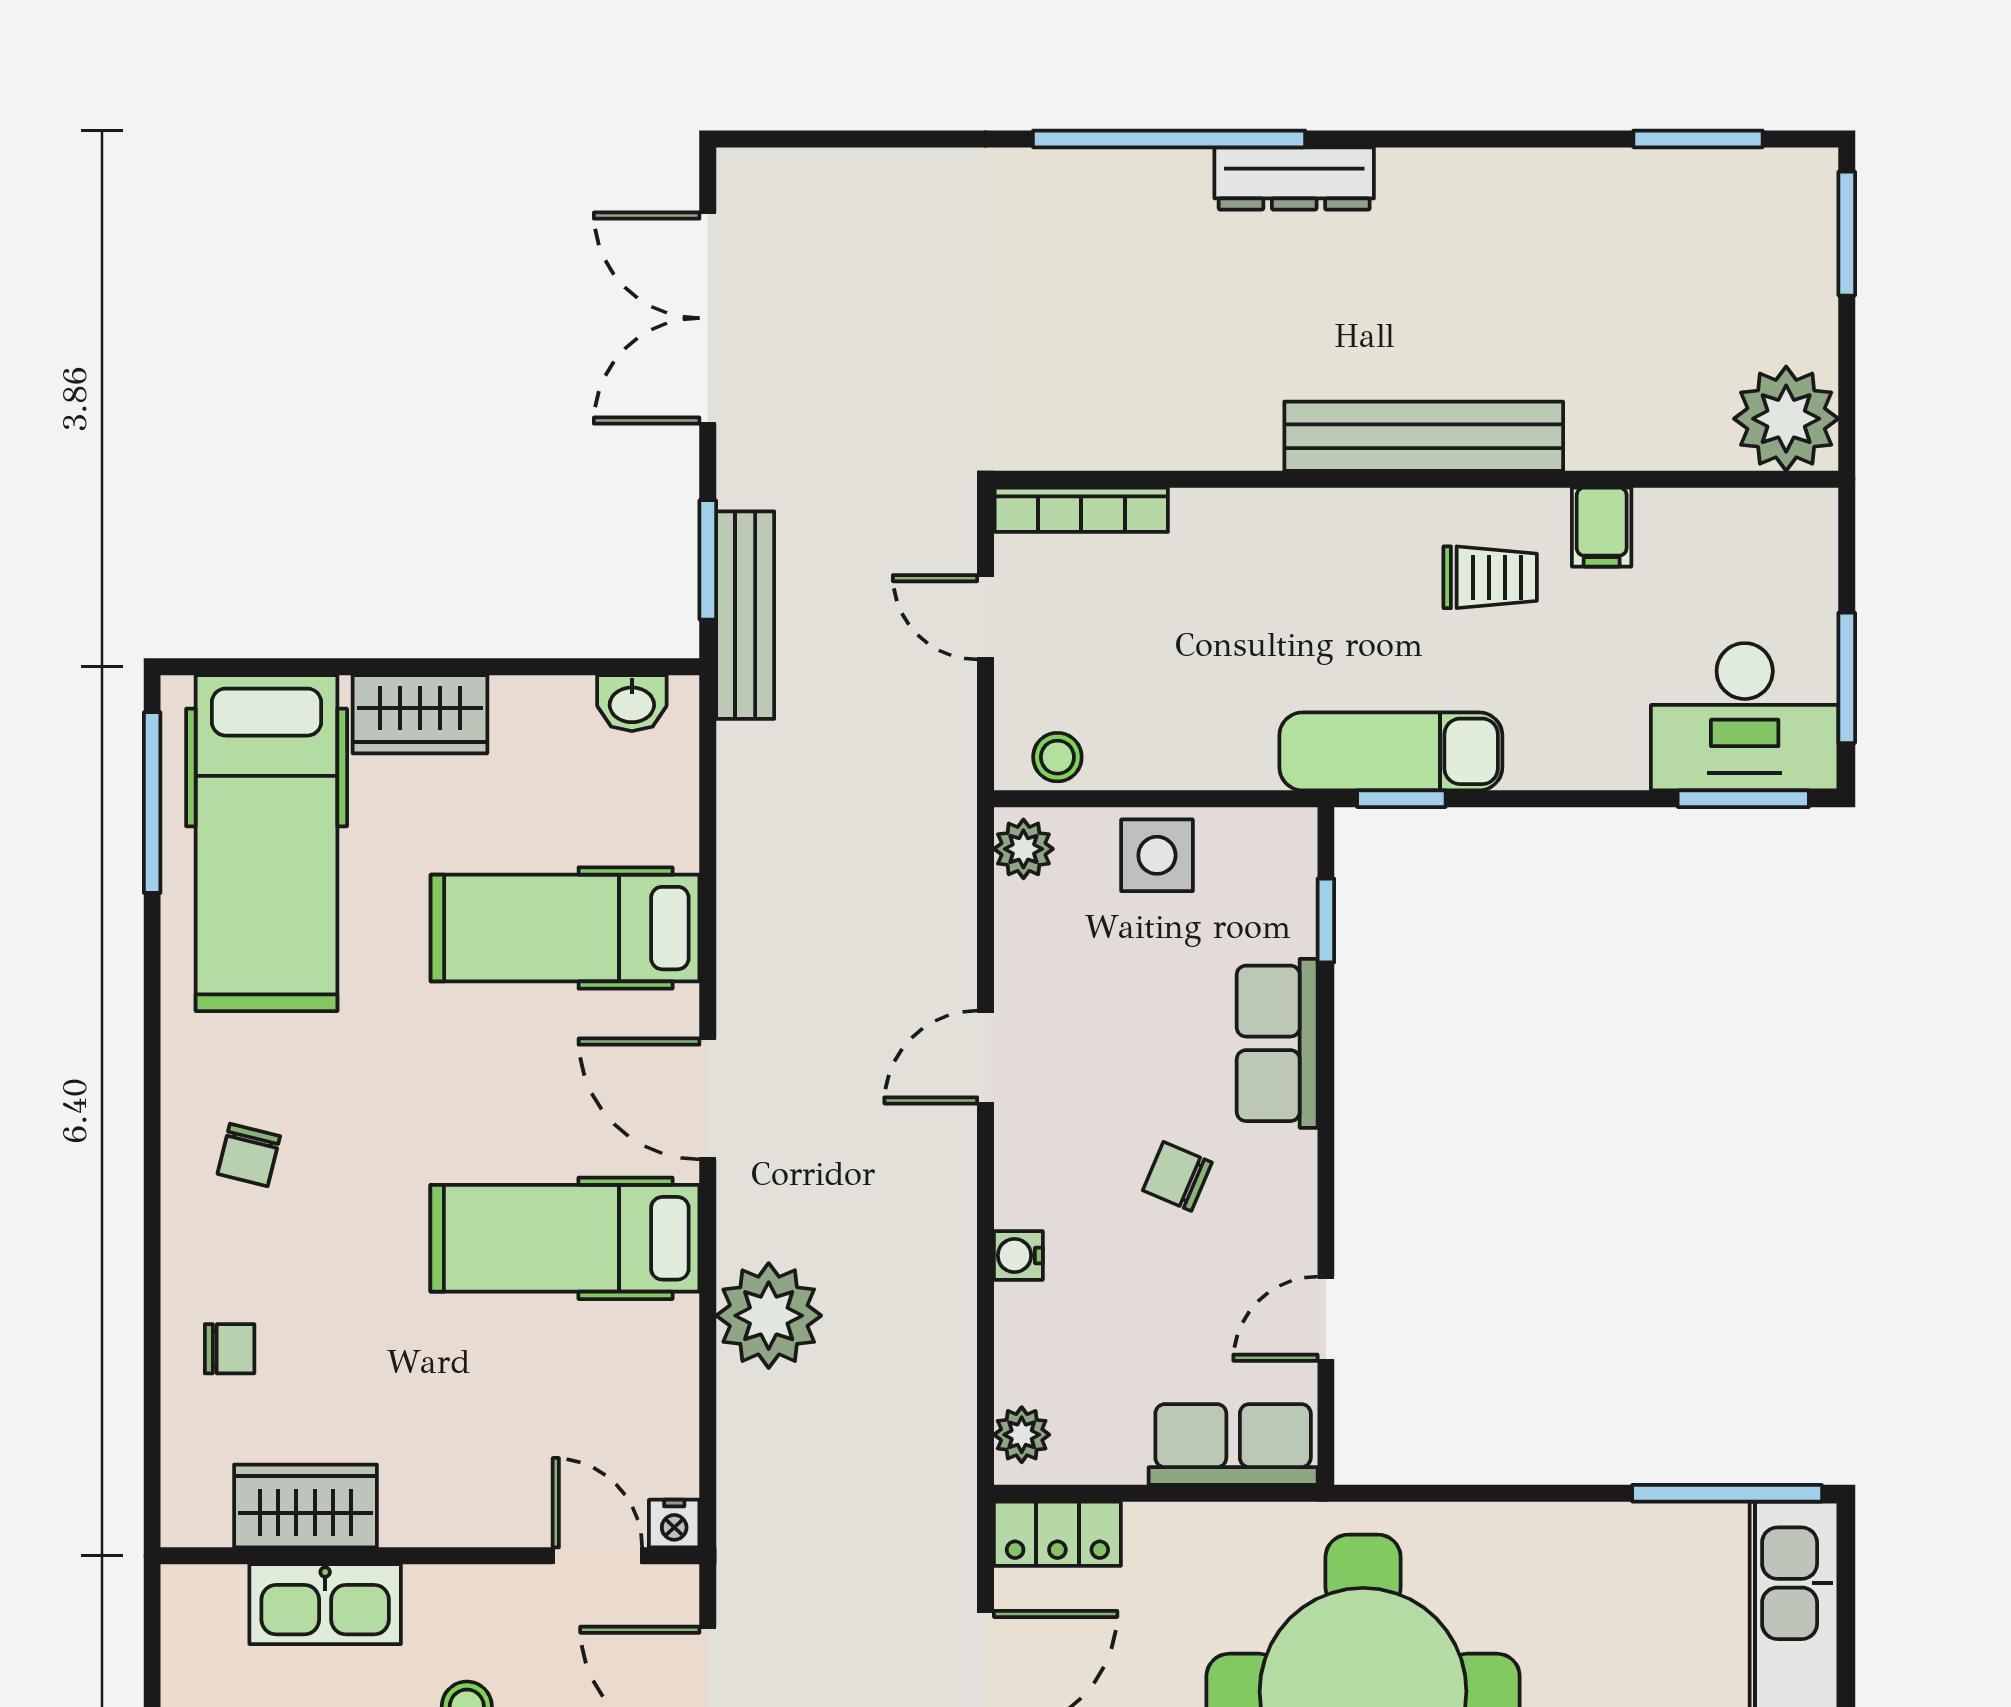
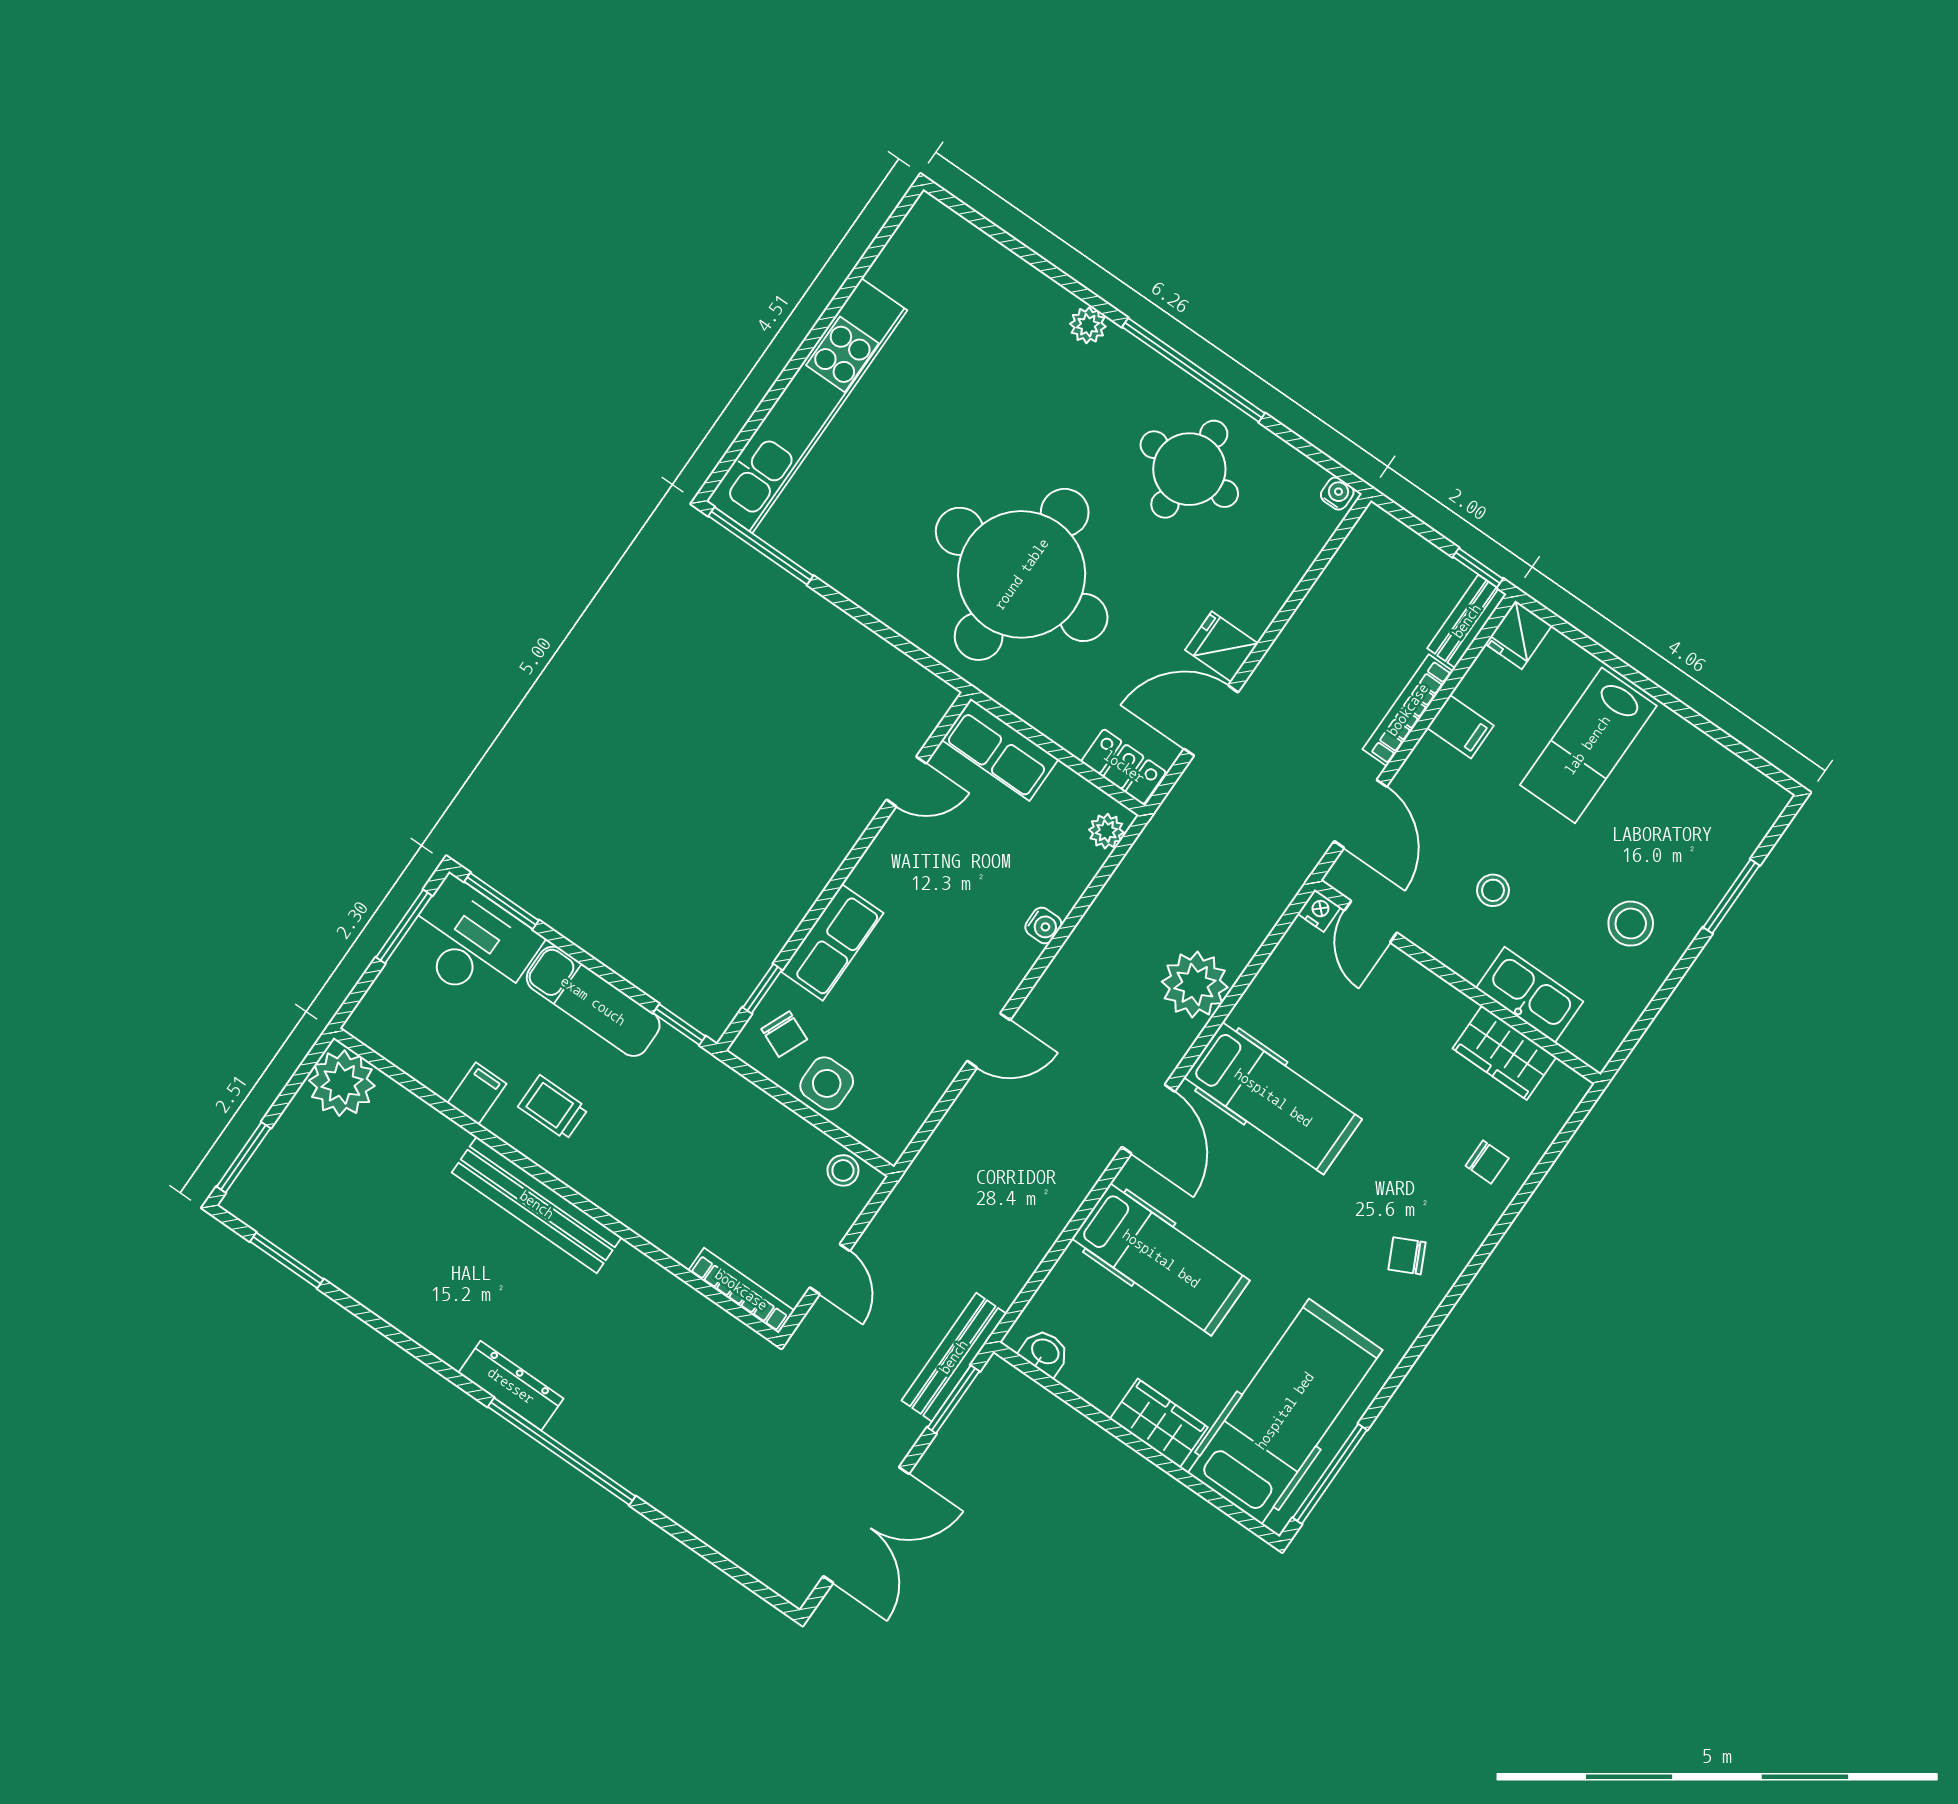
exam couch: (1391, 751) -> (593, 1001), moved
plant: (1023, 849) -> (894, 1135), removed
chair: (249, 1155) -> (1407, 1256), turned -130
chair: (1177, 1176) -> (784, 1034), moved
chair: (230, 1349) -> (1487, 1162), turned 180

